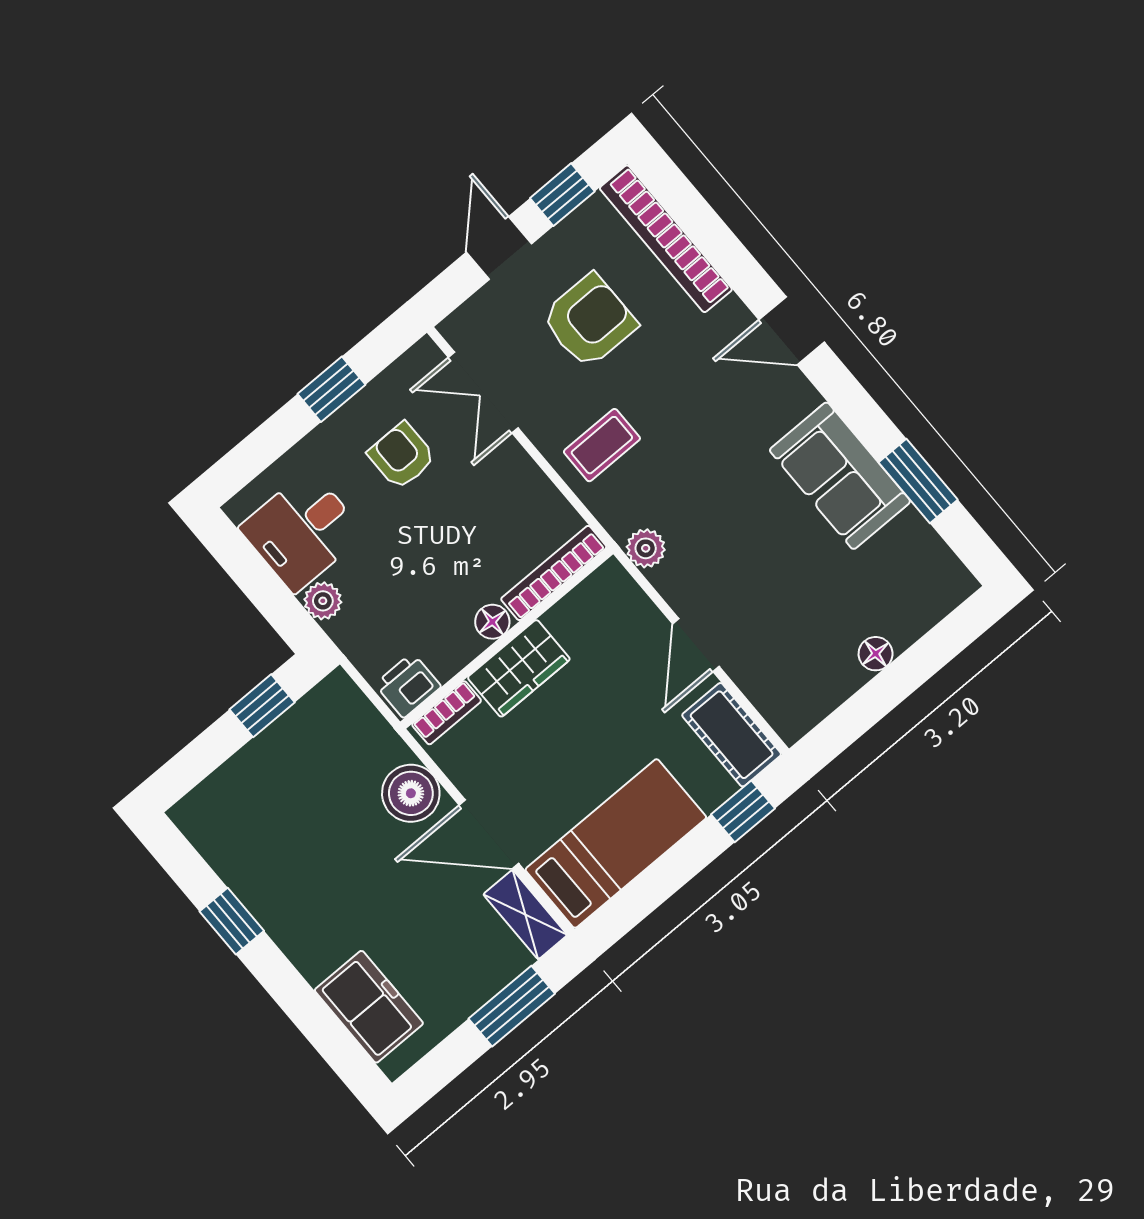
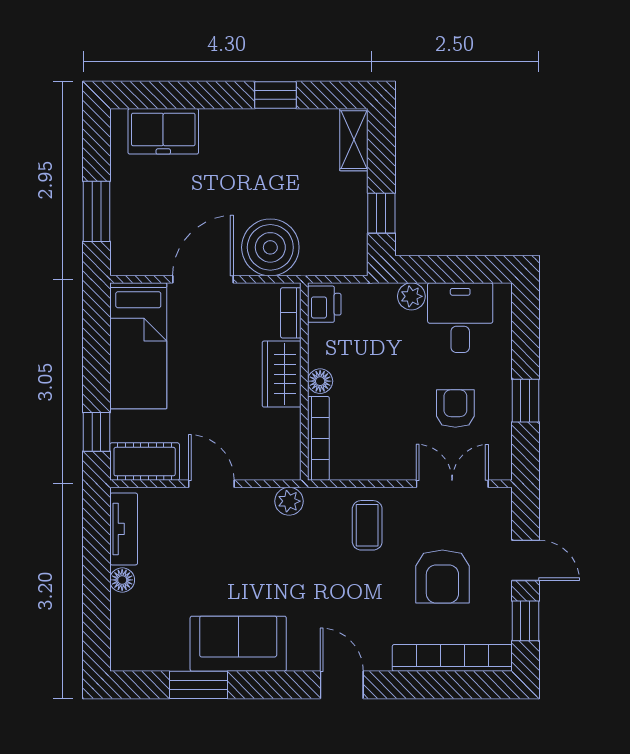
door: (792, 331) -> (342, 685), hinge flipped
armchair: (402, 456) -> (455, 409), turned -90
tv unit: (821, 697) -> (124, 529), added
boiler: (411, 793) -> (270, 247), width x1.37, depth x1.37
shelving: (525, 915) -> (354, 140), moved, turned 90

